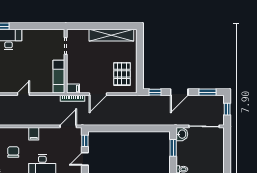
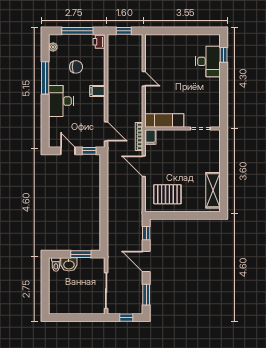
shelving: (111, 35) -> (213, 190), width x0.68
washbasin: (182, 134) -> (69, 264), moved

